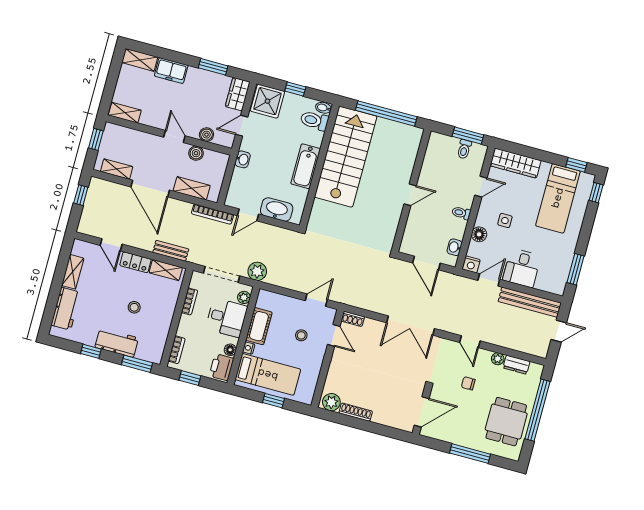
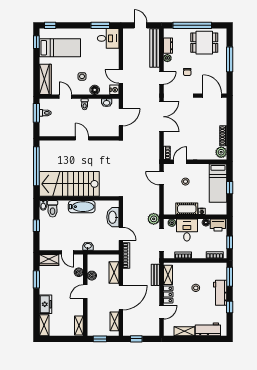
shower: (267, 101) -> (48, 241), removed
desk: (522, 268) -> (108, 38), moved
bench: (530, 302) -> (155, 48), moved
bed: (268, 374) -> (218, 183), moved, turned 180

